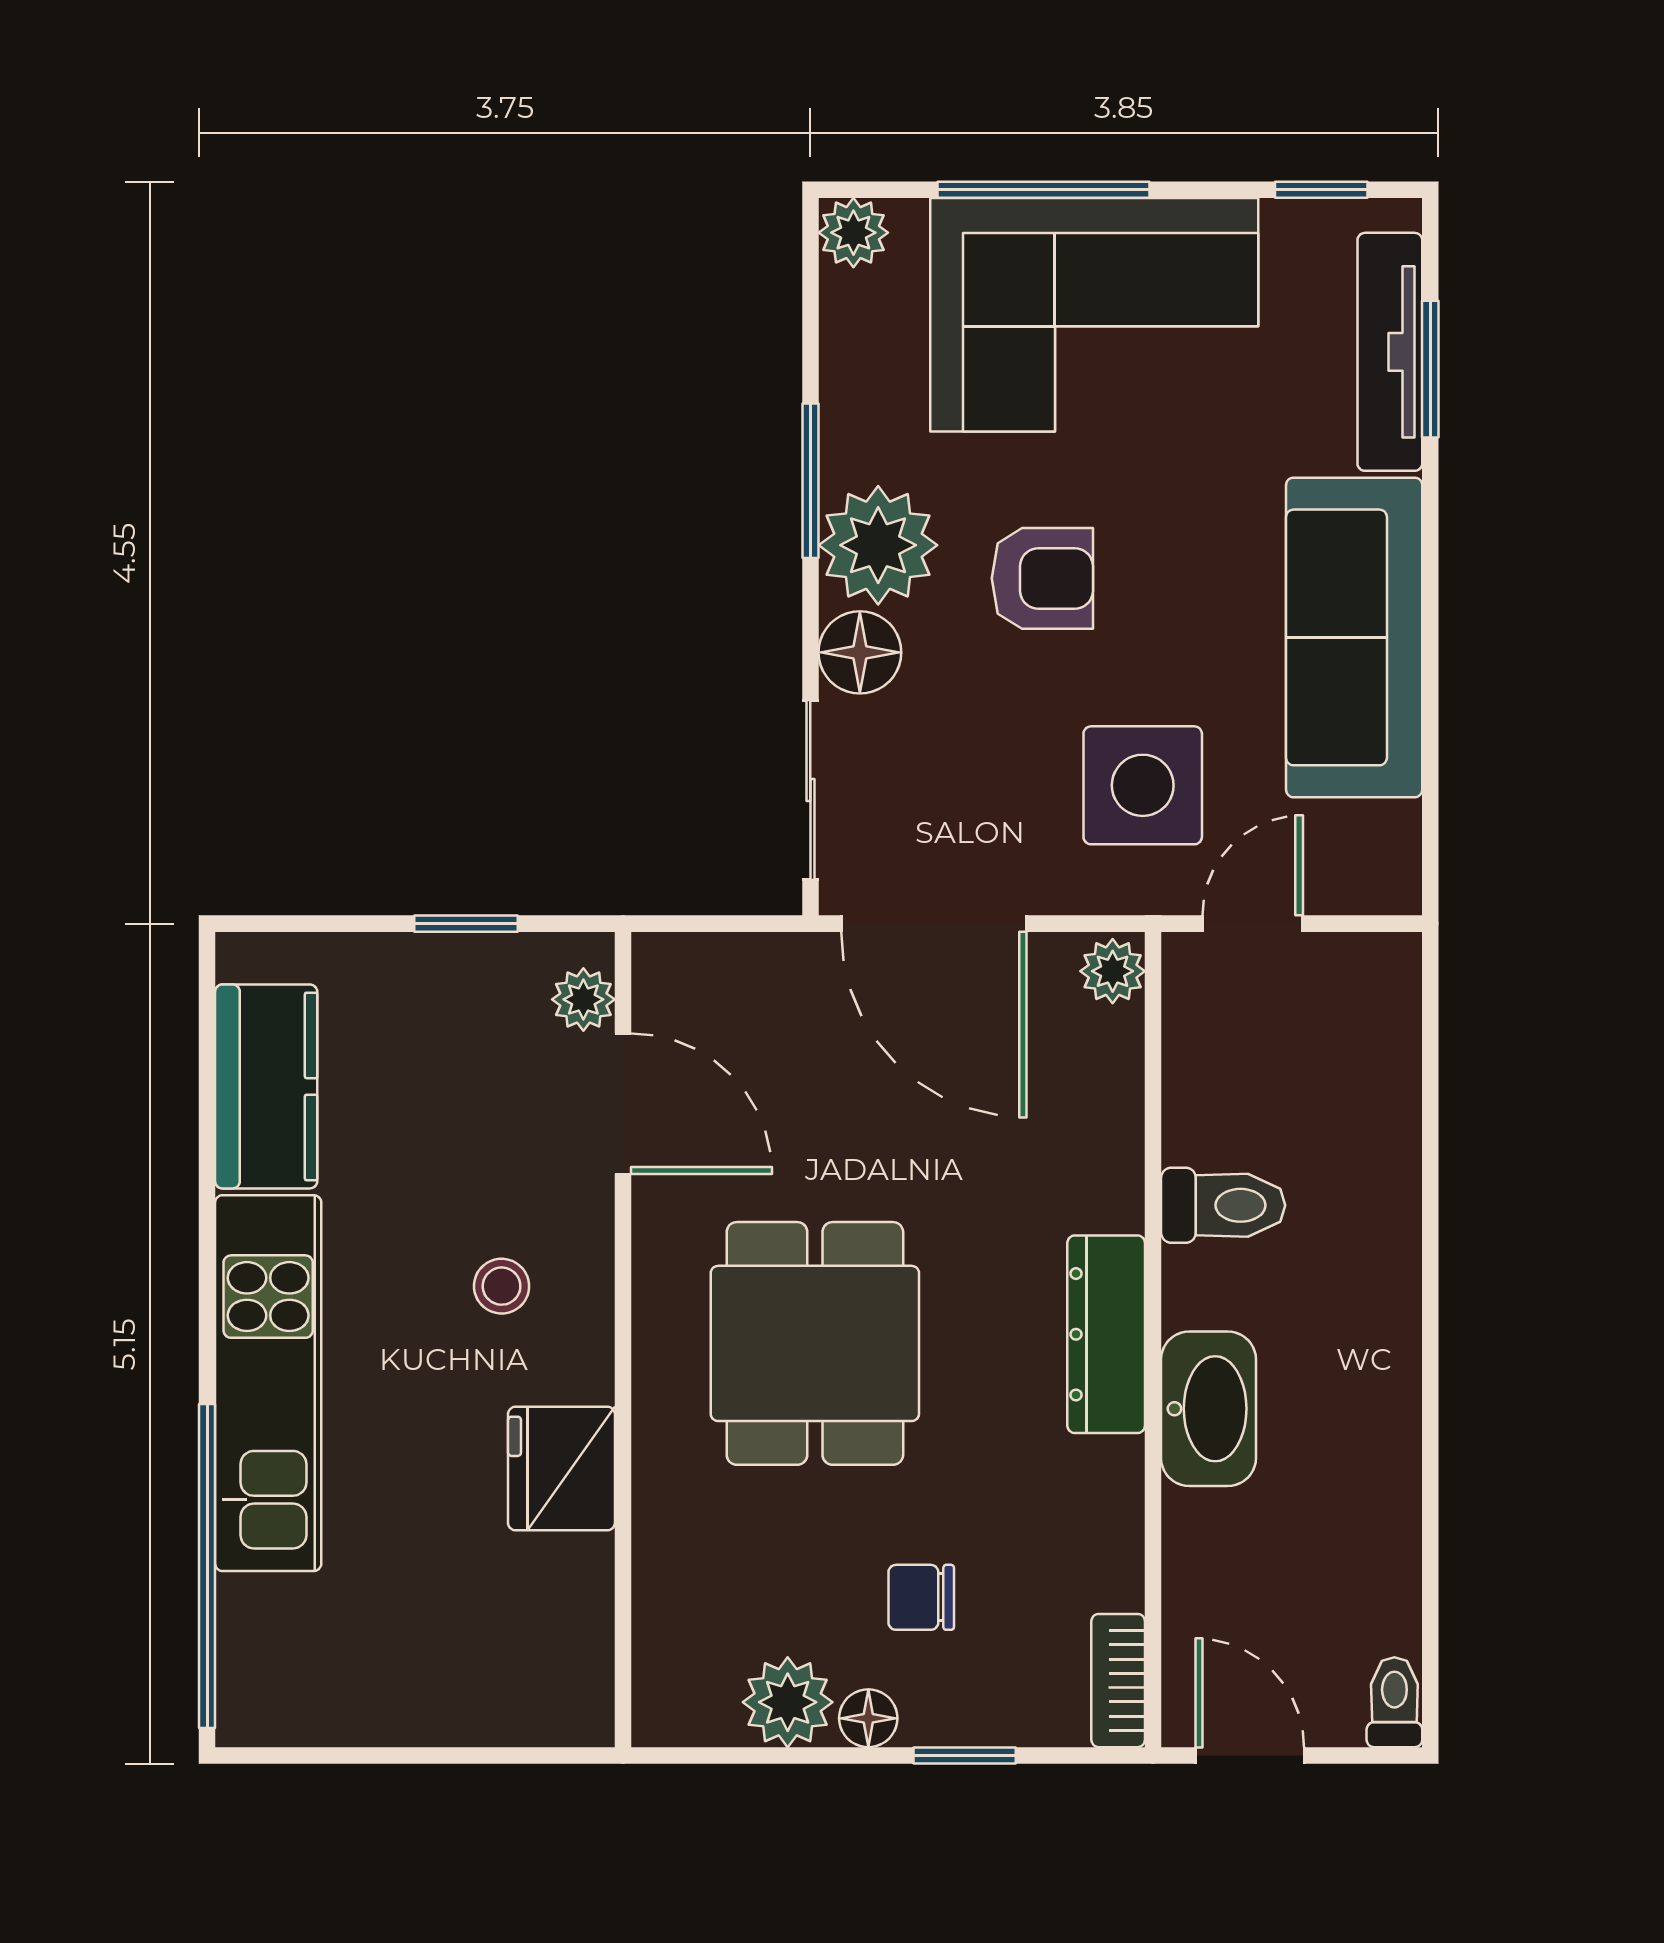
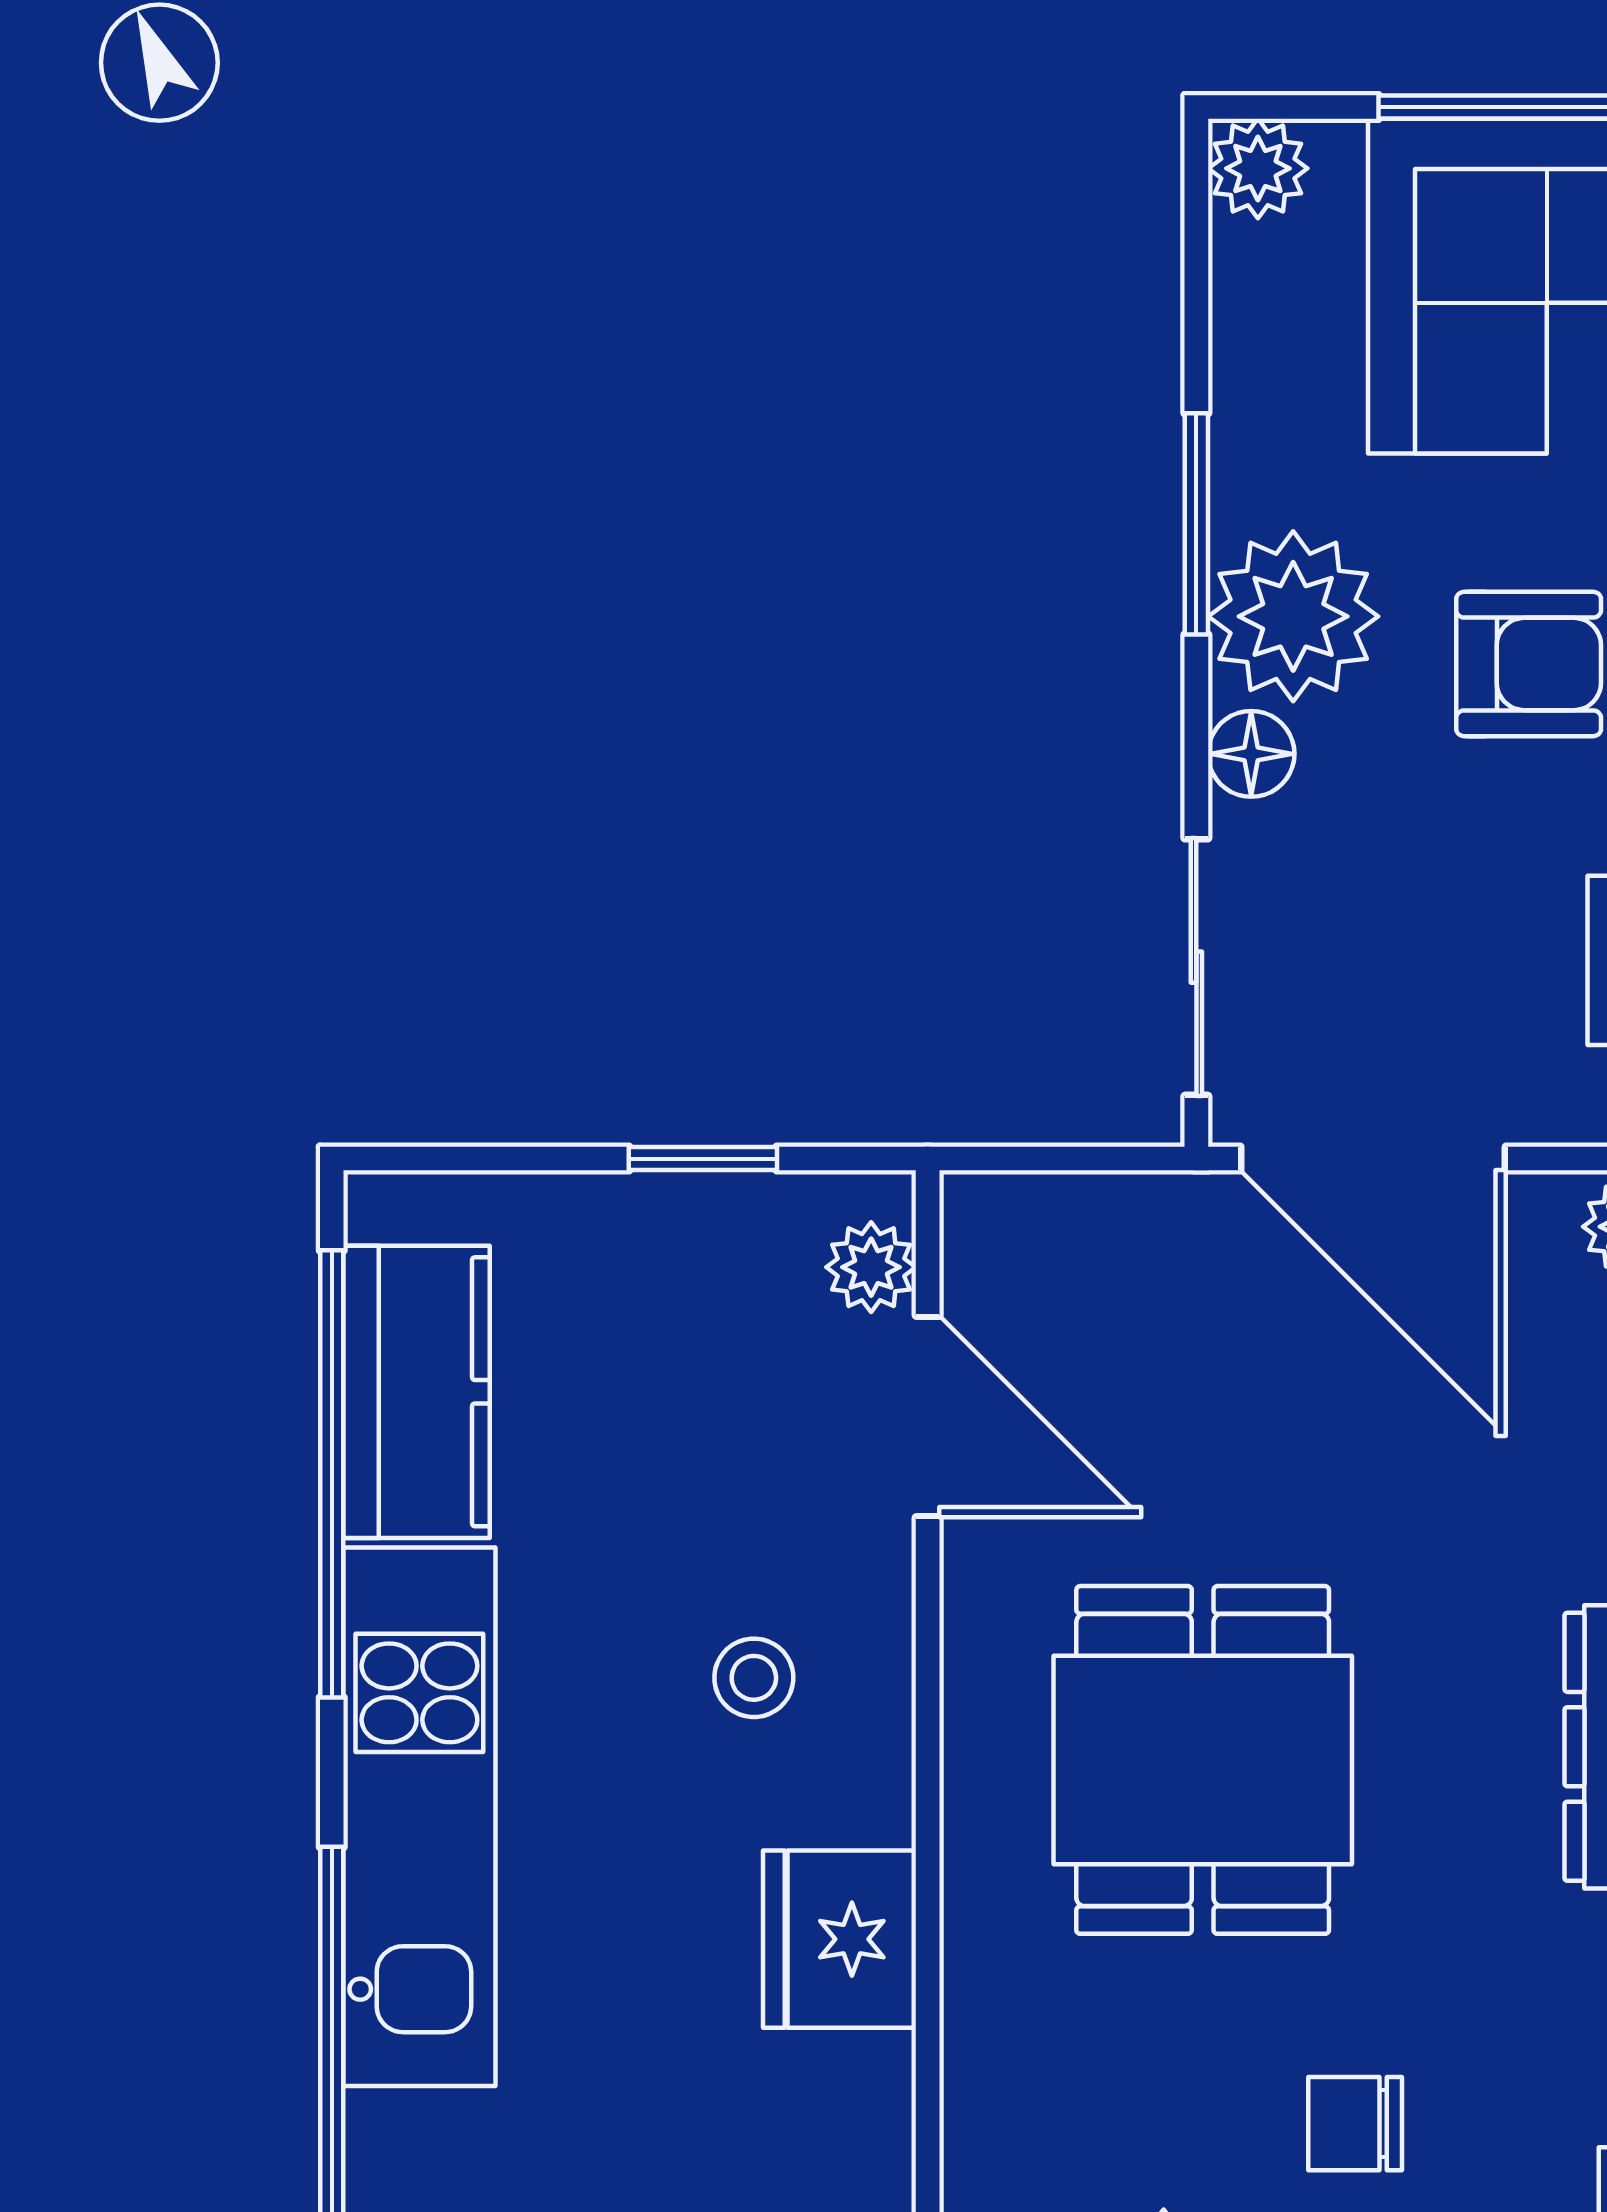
floor lamp: (860, 652) -> (1251, 754), width x0.73, depth x0.73
window: (207, 1144) -> (332, 1474), added

